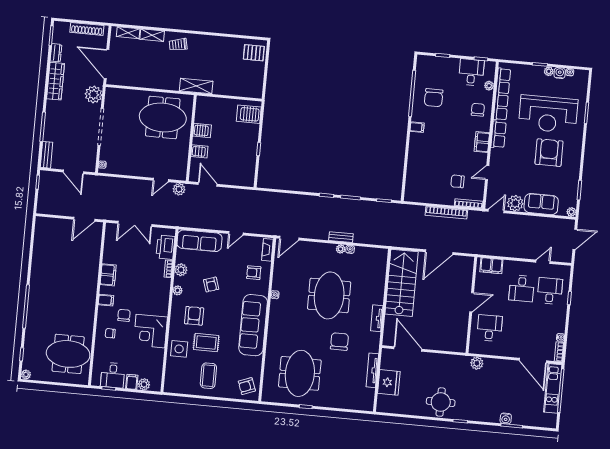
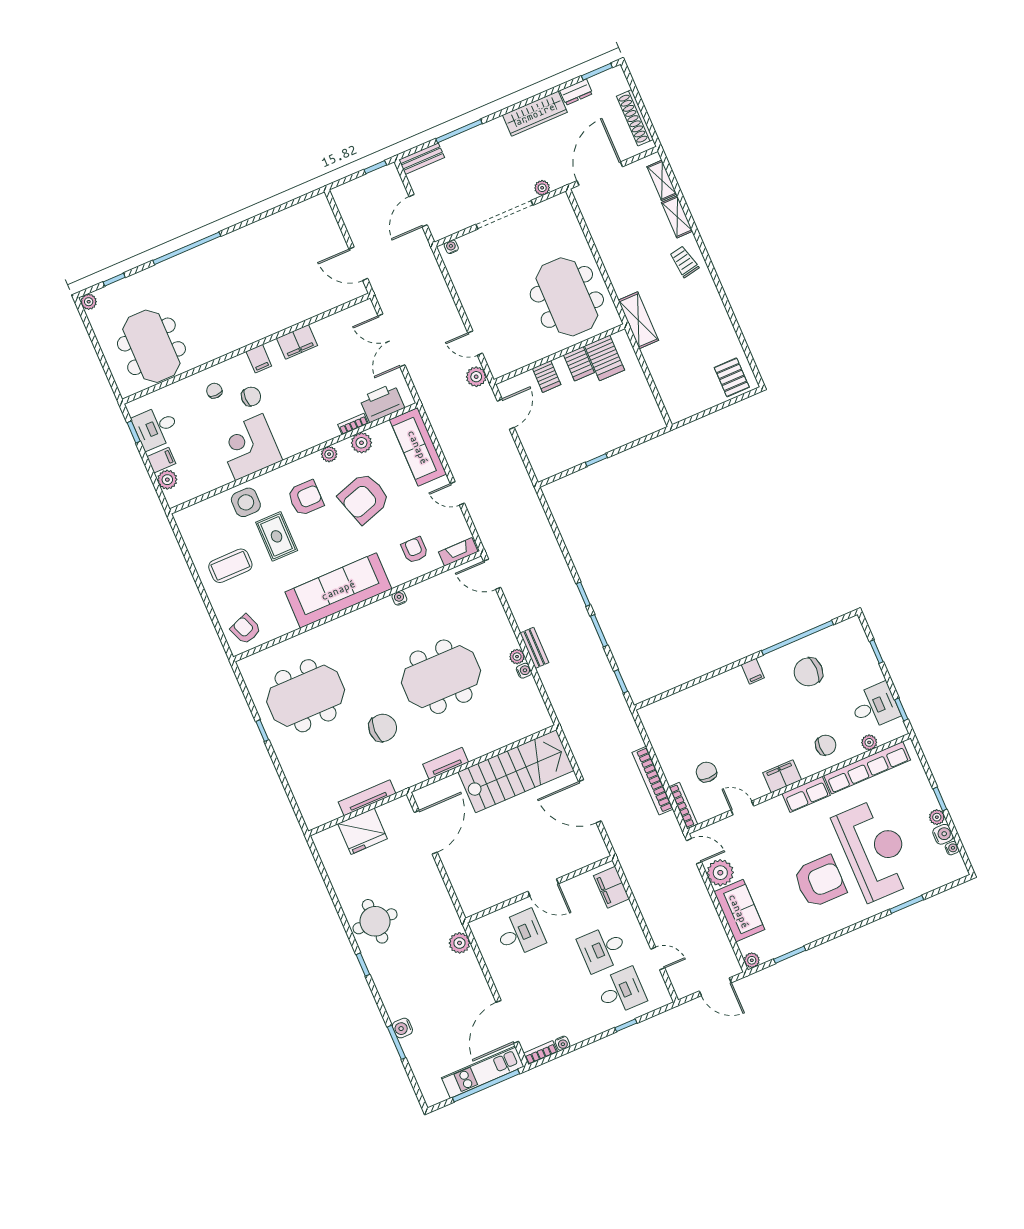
plant: (94, 94) -> (542, 188), width x0.53, depth x0.53
server rack: (249, 114) -> (605, 358), moved, turned 180
reception desk: (548, 114) -> (875, 850), turned 180
armchair: (211, 284) -> (364, 498), width x1.88, depth x1.88

